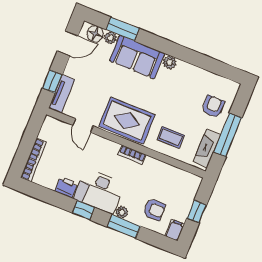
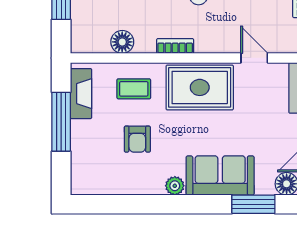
plant: (110, 38) -> (265, 187), removed
armchair: (213, 107) -> (137, 139), moved
floor lamp: (166, 171) -> (122, 42), added

